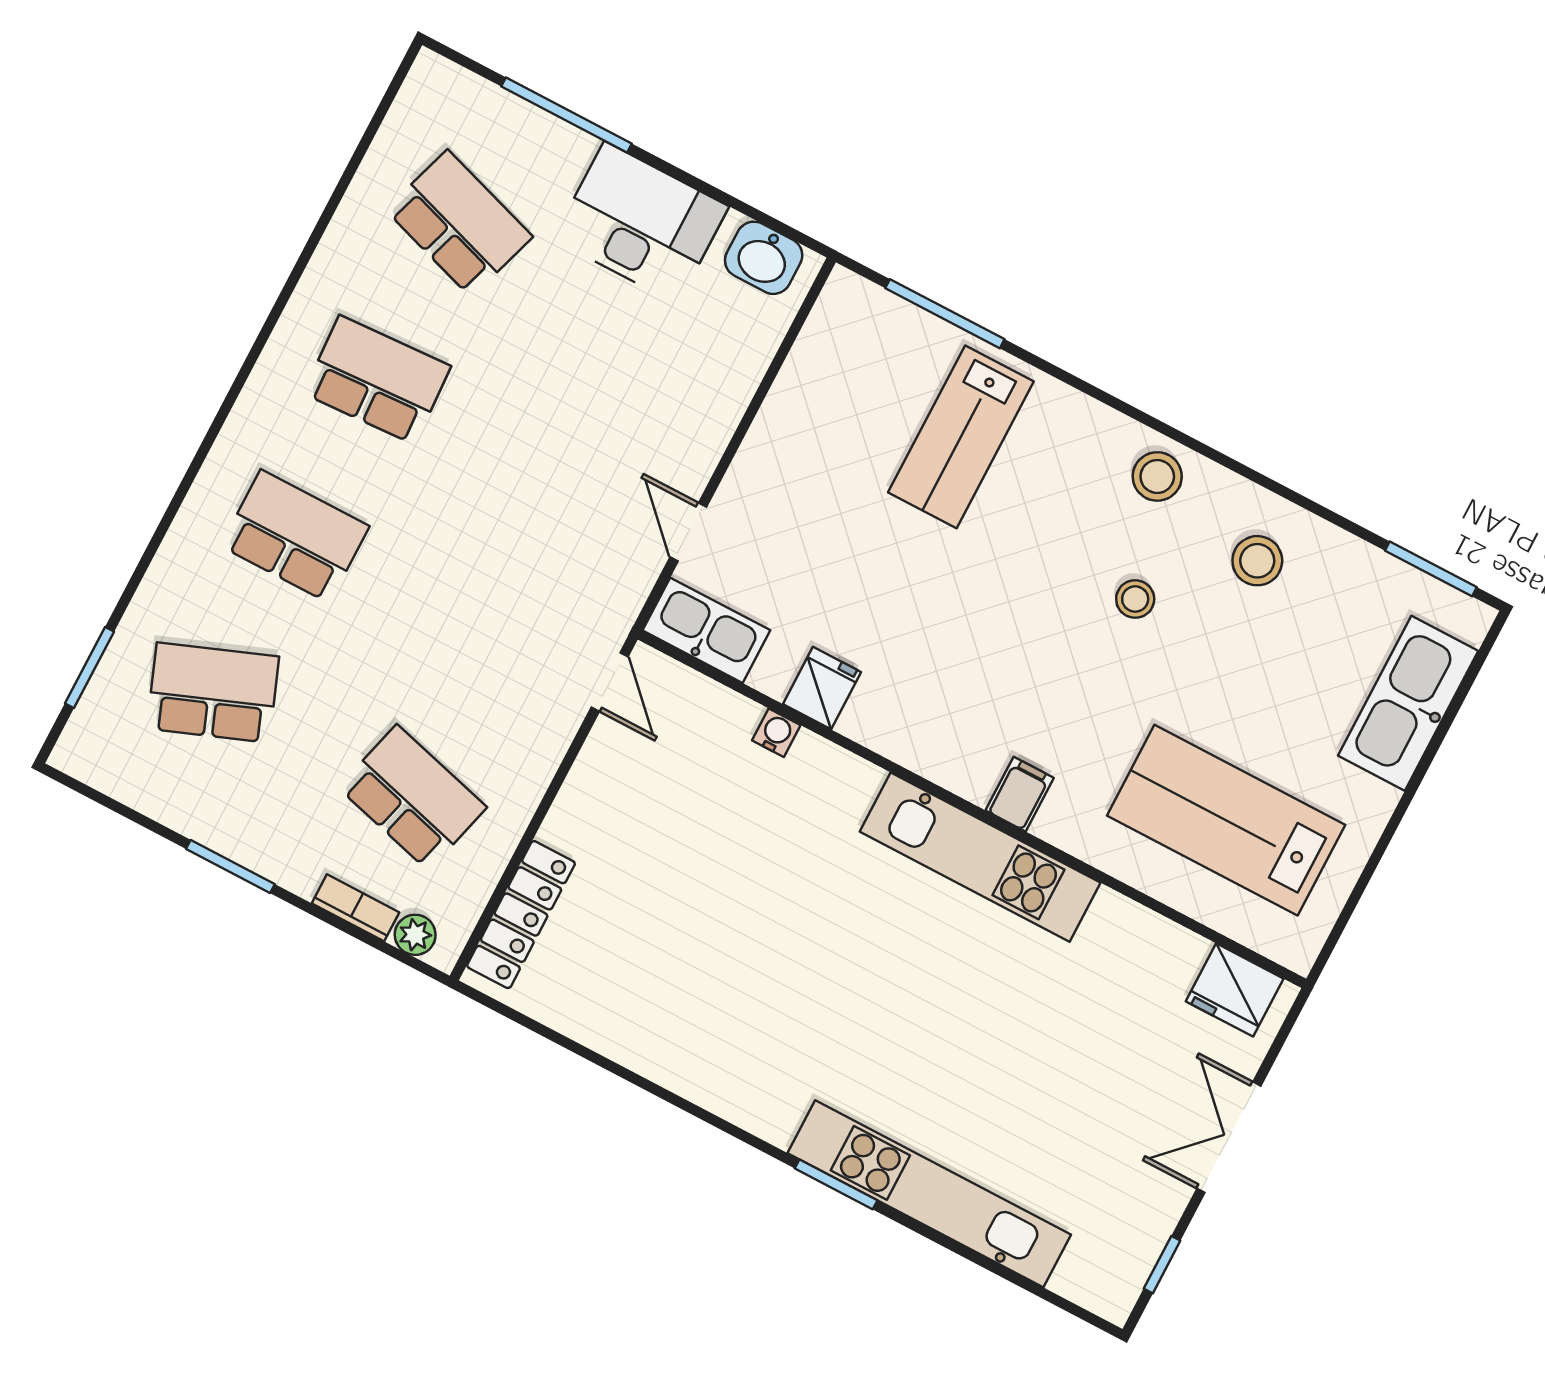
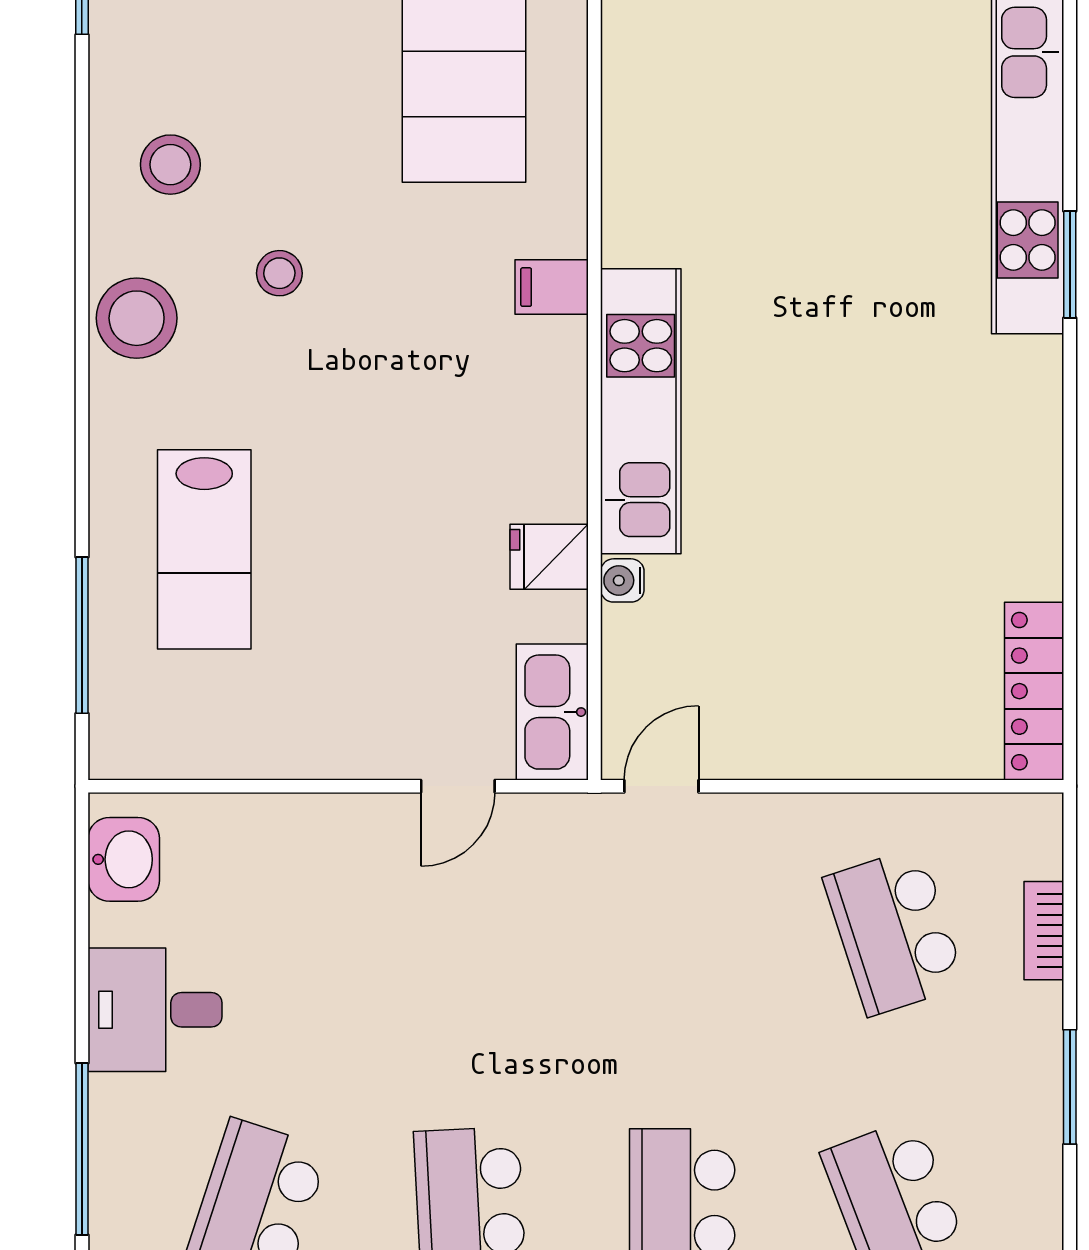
desk: (641, 223) -> (155, 1010), width x0.73
lab bench: (961, 437) -> (204, 549), turned 90
stool: (1157, 476) -> (137, 318), width x1.38, depth x1.38
school desk: (413, 797) -> (894, 932), turned -33
kitchen unit: (980, 857) -> (641, 411), moved
locker: (521, 915) -> (1034, 691), moved, turned -90
plant: (415, 935) -> (1039, 852), removed

